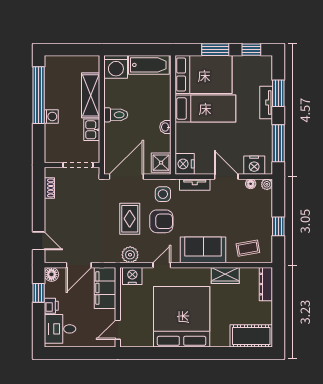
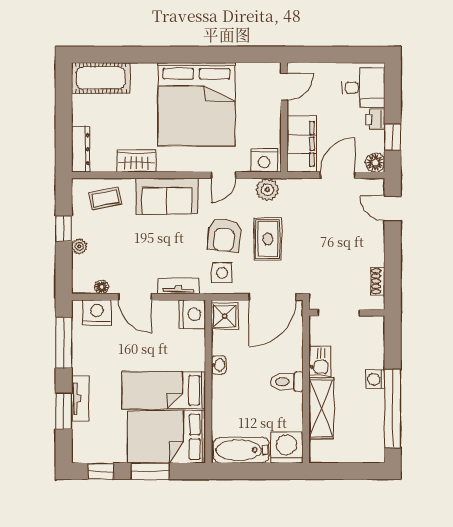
plant: (267, 184) -> (79, 246), moved
armchair: (161, 221) -> (224, 235), turned -84

